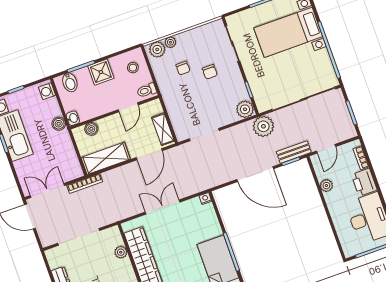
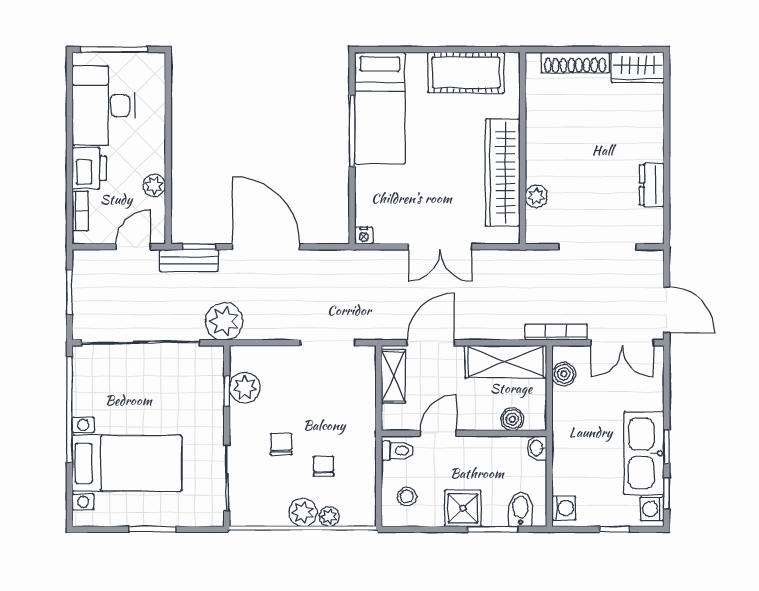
plant: (157, 49) -> (303, 512), moved
plant: (245, 109) -> (245, 388), moved
boiler: (59, 124) -> (564, 374), moved

